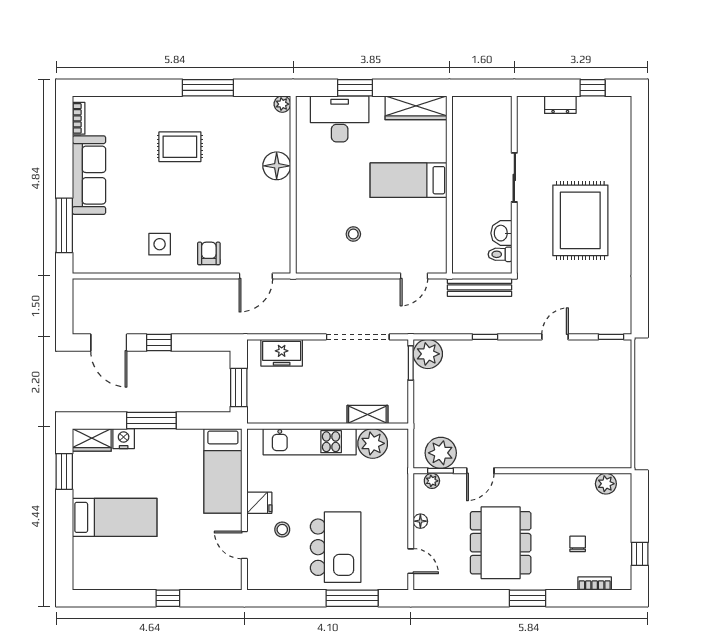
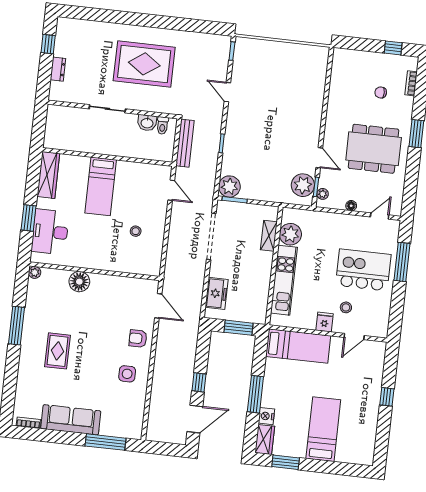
plant: (606, 484) -> (339, 67), removed

